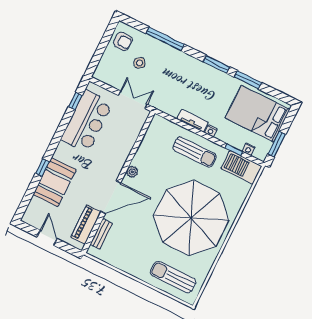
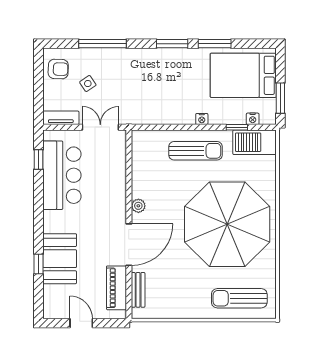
tv unit: (193, 121) -> (61, 118), moved
window: (42, 167) -> (38, 264), moved

